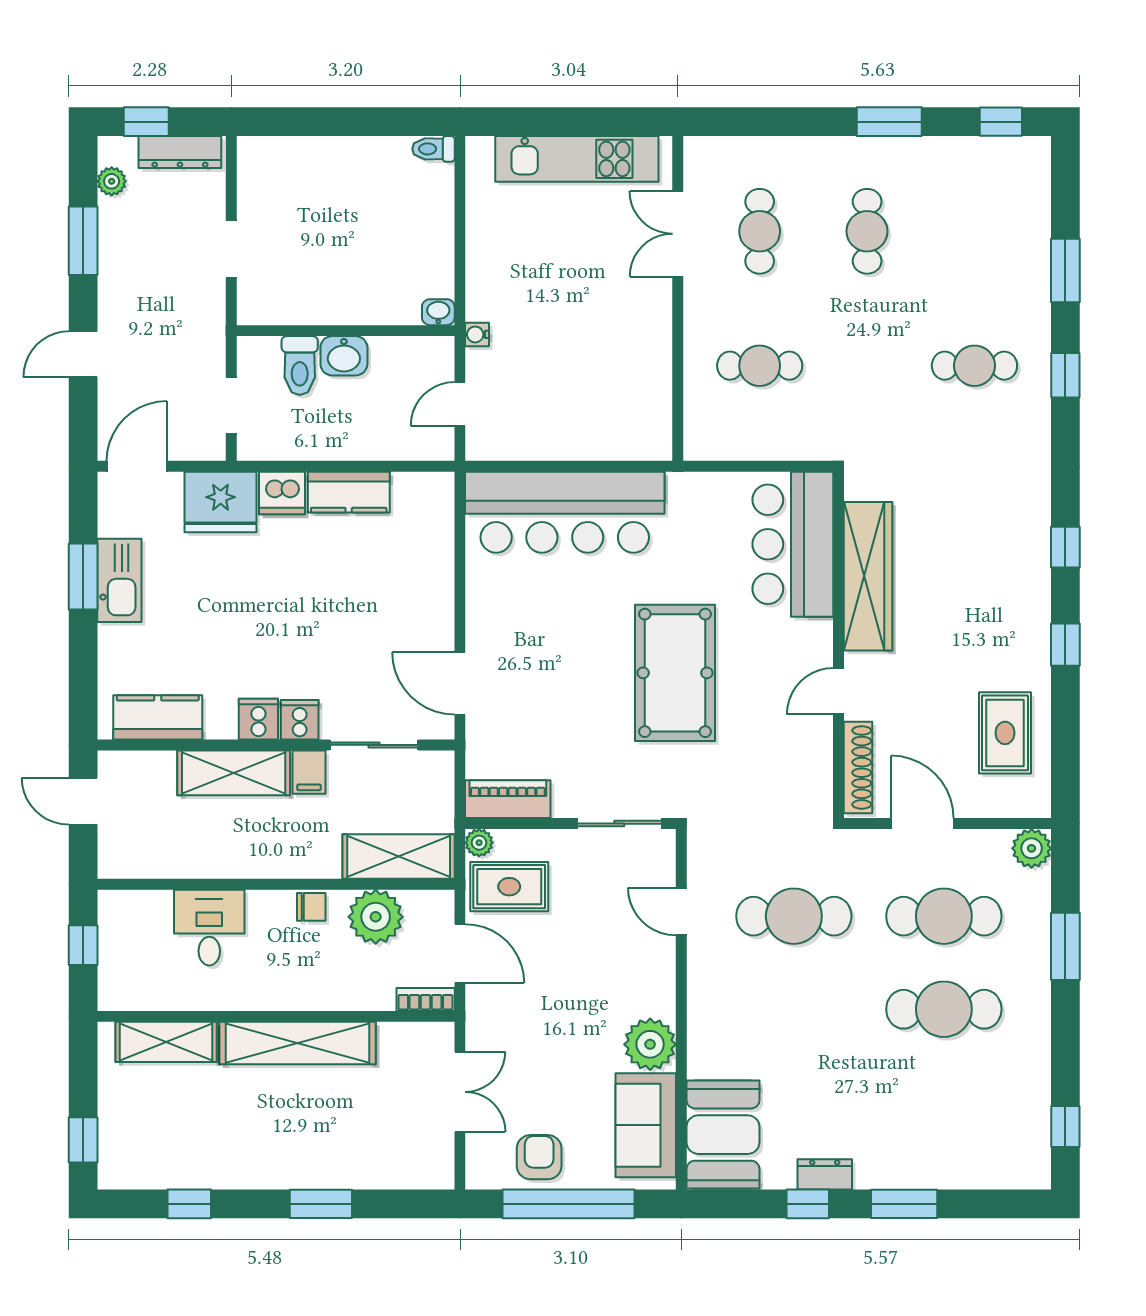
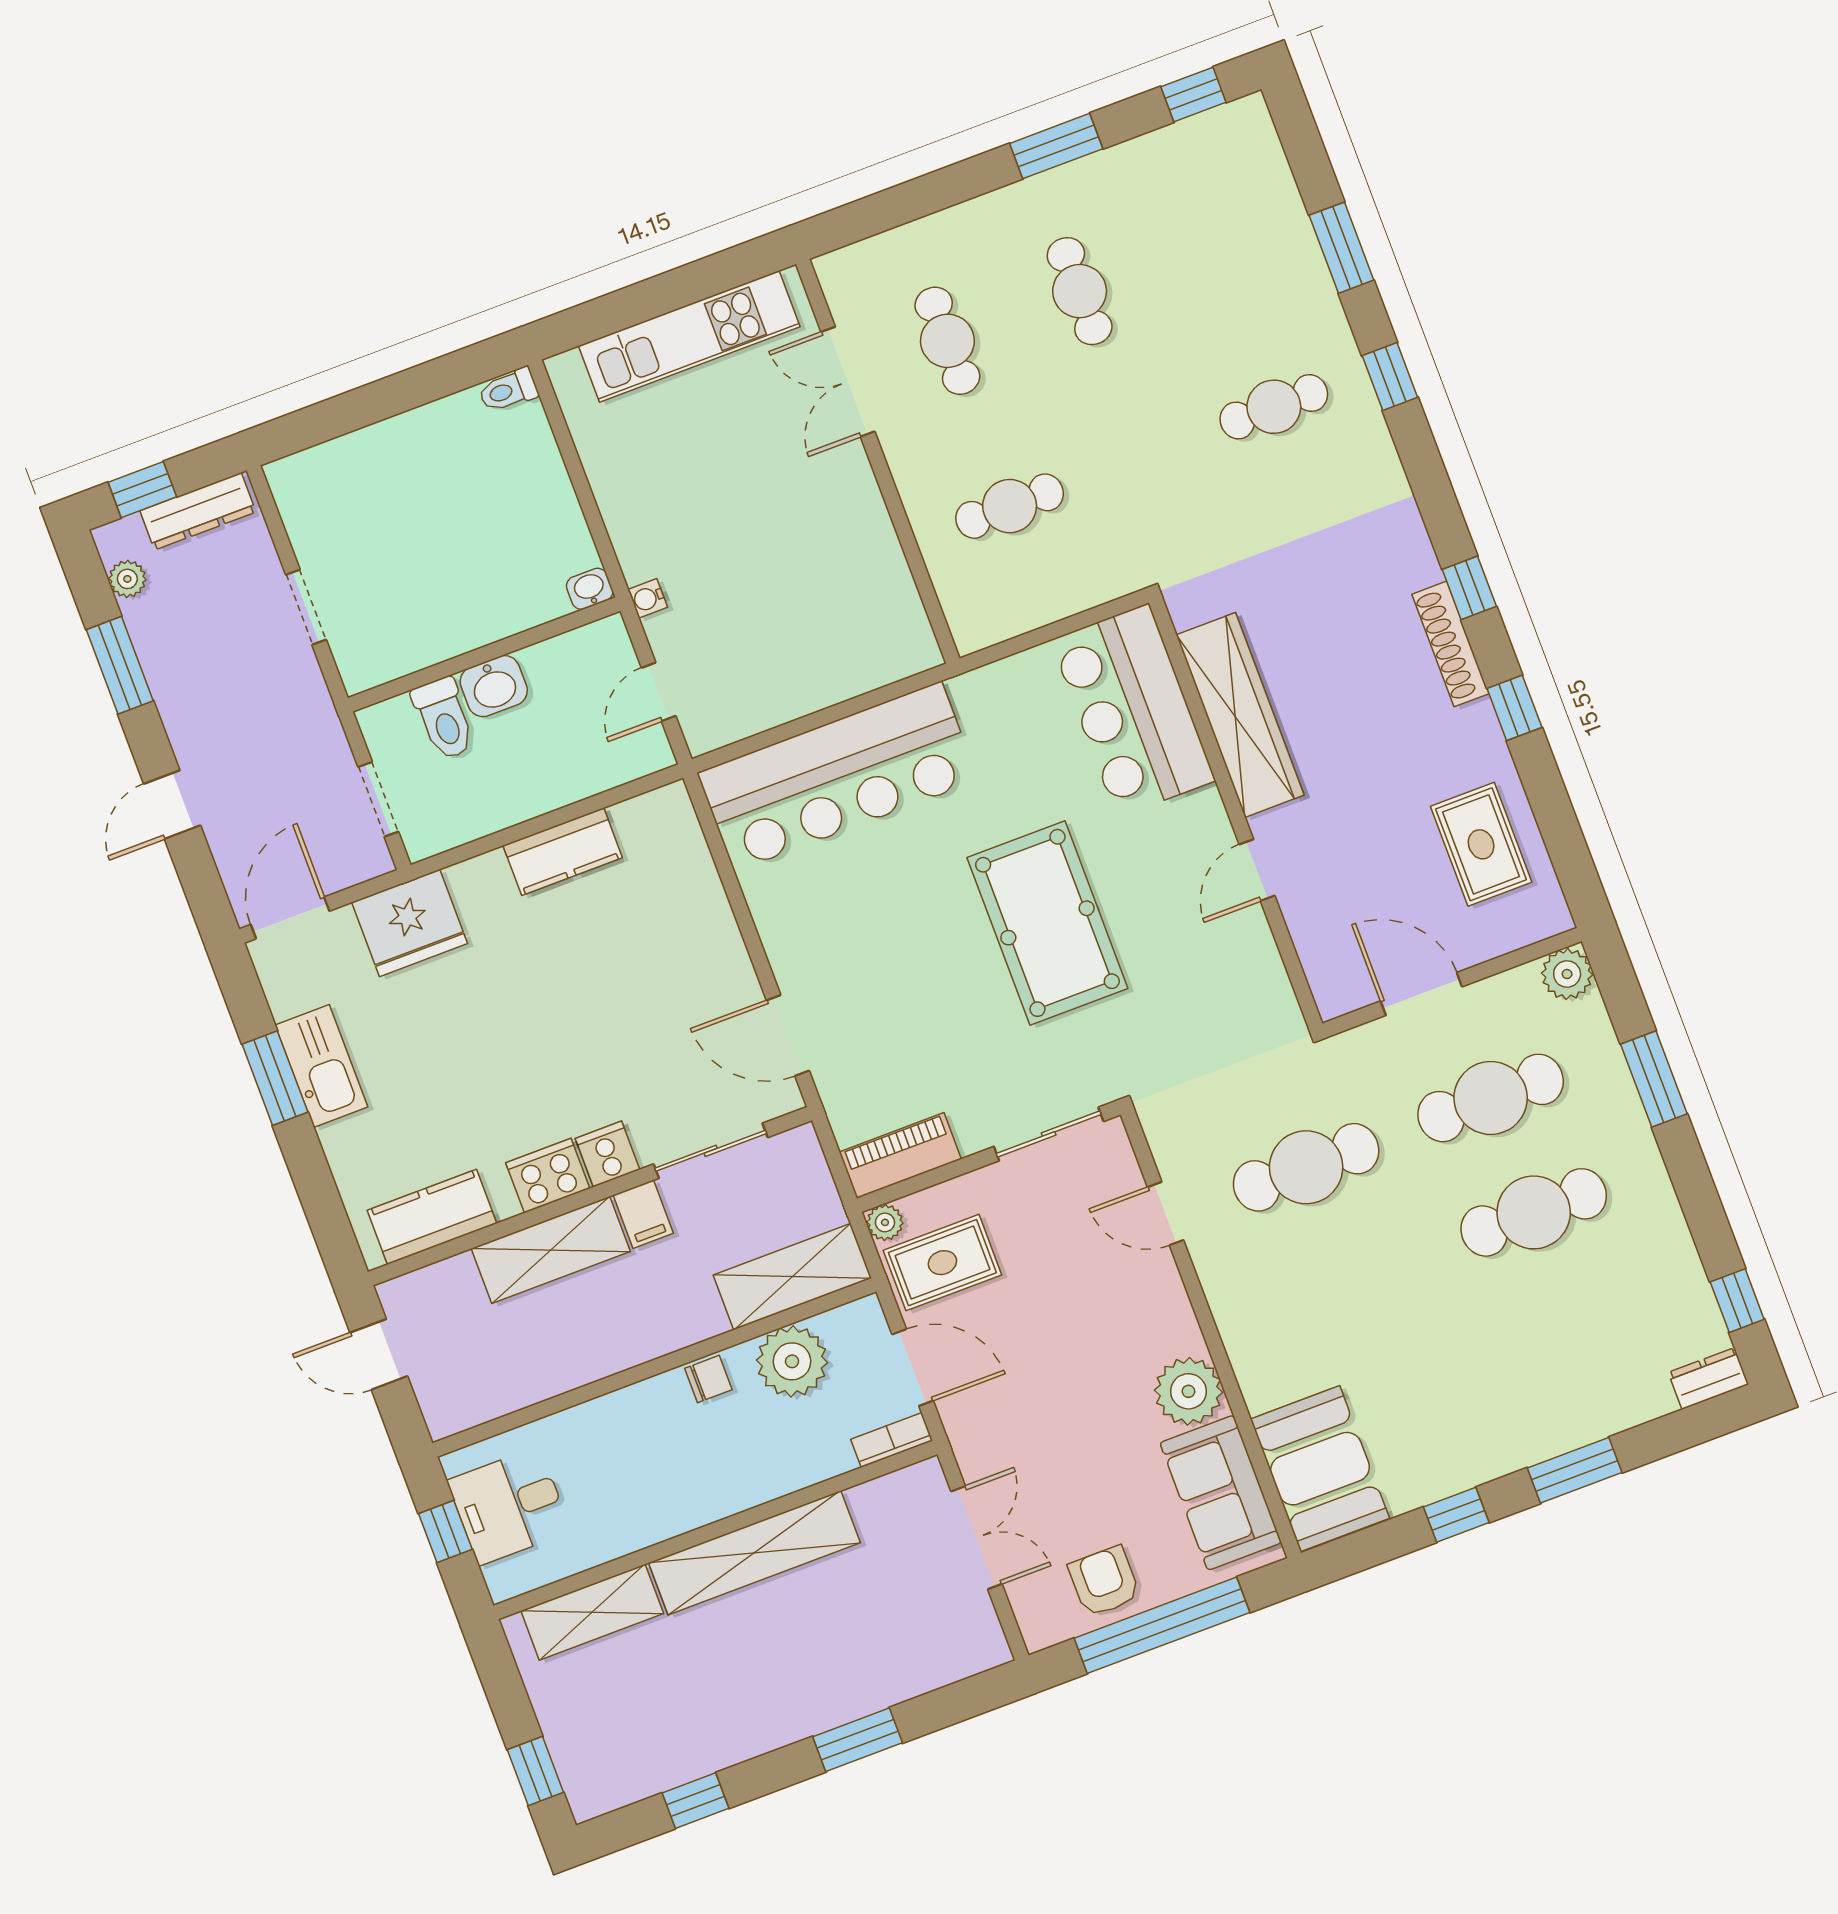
dishwasher: (282, 493) -> (481, 884), removed
cooker: (258, 719) -> (548, 1176), width x1.36
shoe rack: (858, 767) -> (1450, 644), moved, turned 180
desk: (209, 928) -> (509, 1506), moved, turned -90
dresser: (825, 1174) -> (1708, 1378), moved

